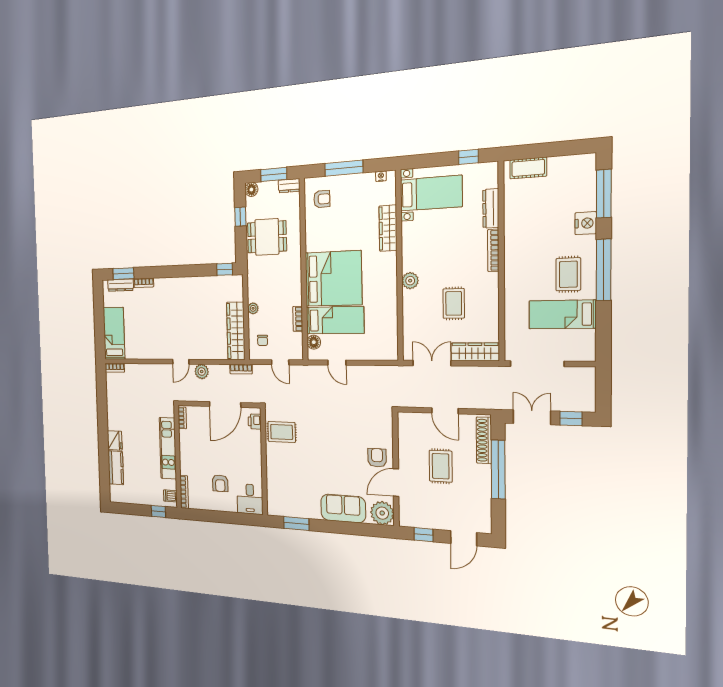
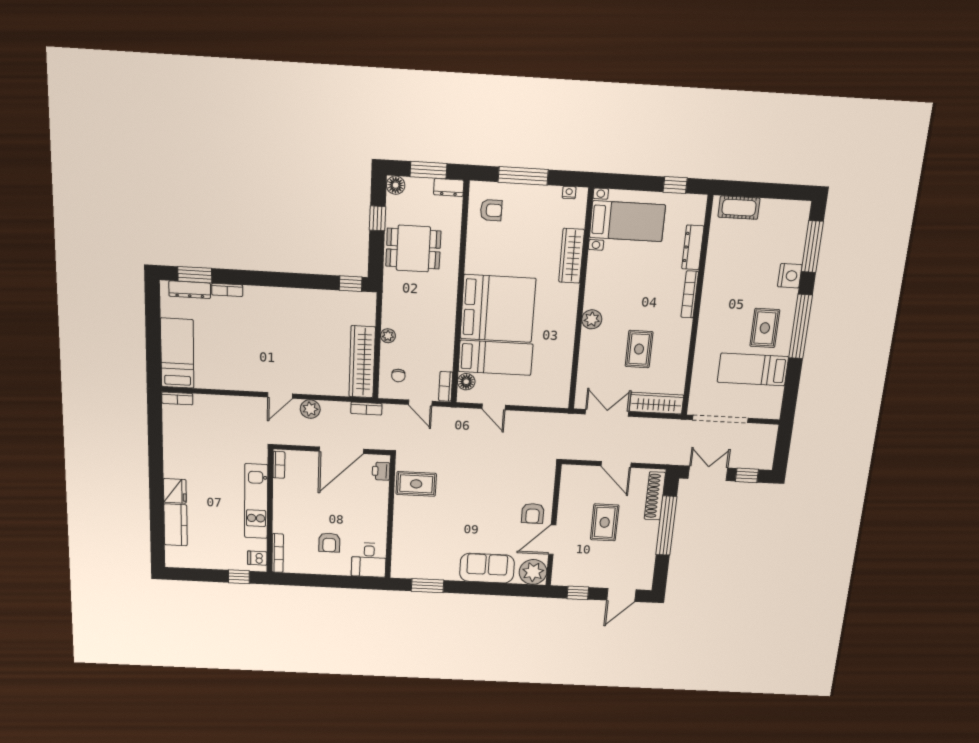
bookcase: (298, 319) -> (446, 386), moved
armchair: (377, 458) -> (533, 513), turned 180

